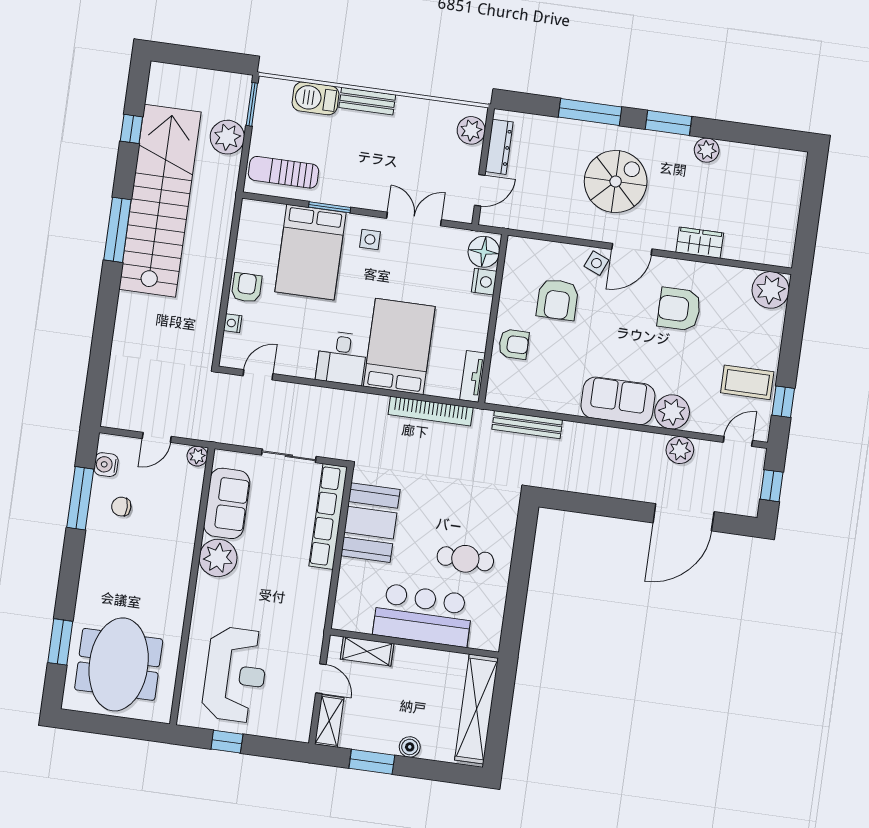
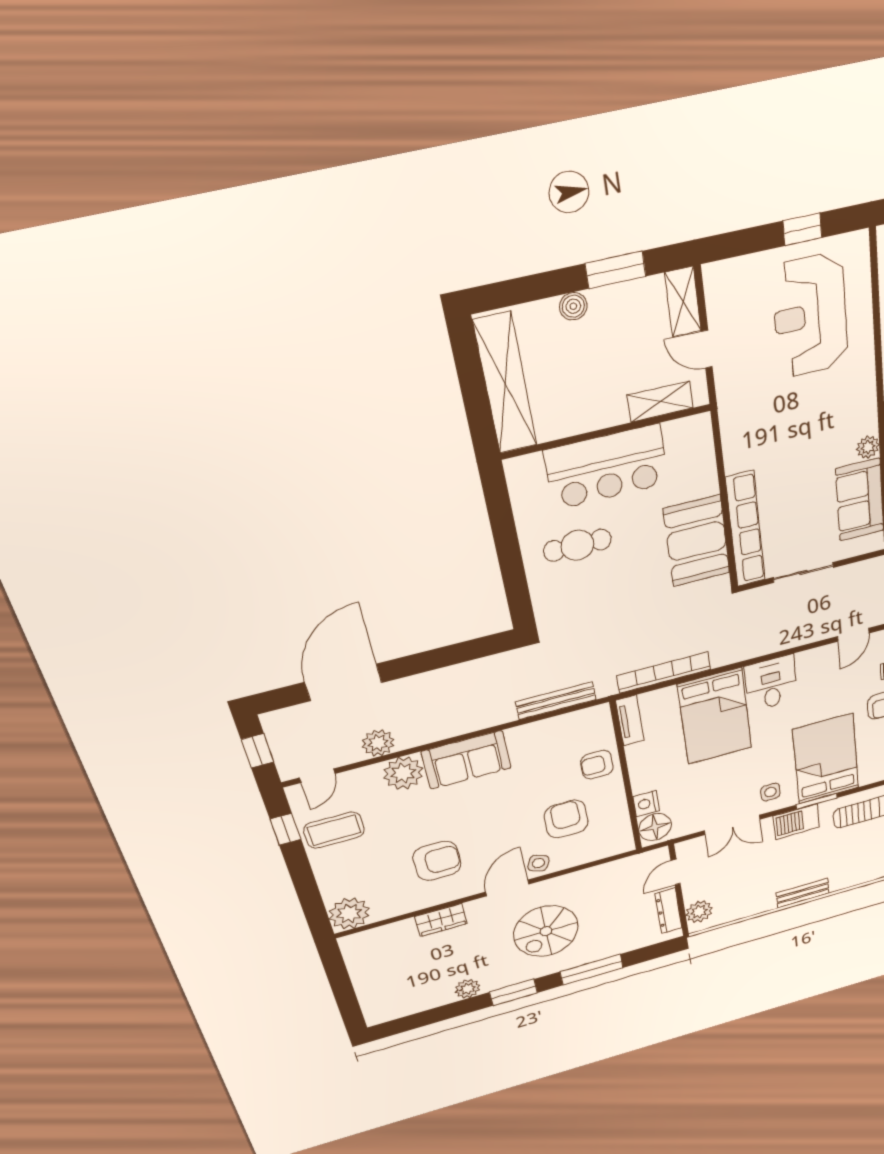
barbecue: (315, 98) -> (796, 822), moved, turned 180
plant: (218, 558) -> (868, 447), width x0.53, depth x0.53

